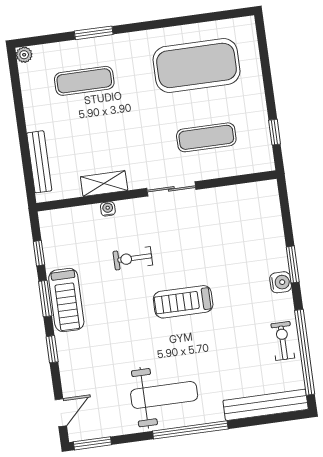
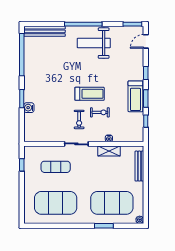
exercise mat: (84, 81) -> (112, 203), width x2.00, depth x1.45
water cooler: (281, 282) -> (29, 108), moved
treadmill: (66, 300) -> (135, 96), turned 180
treadmill: (183, 302) -> (90, 94), moved
exercise bike: (283, 341) -> (79, 119), moved

